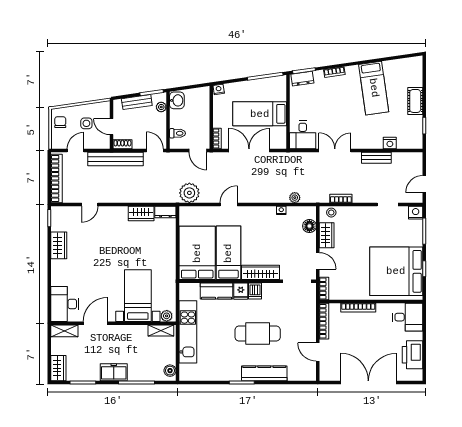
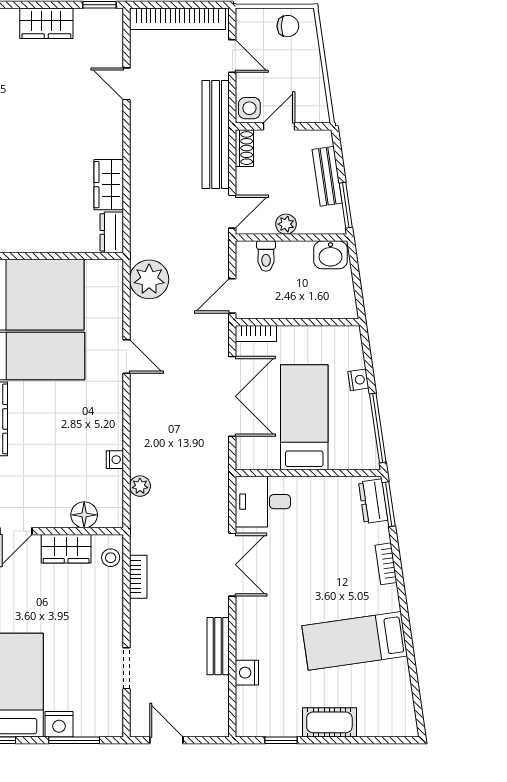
nightstand: (219, 89) -> (358, 380), moved
plant: (161, 107) -> (286, 224), moved
side table: (86, 123) -> (249, 108), moved
nightstand: (416, 213) -> (59, 724), moved, turned 90

